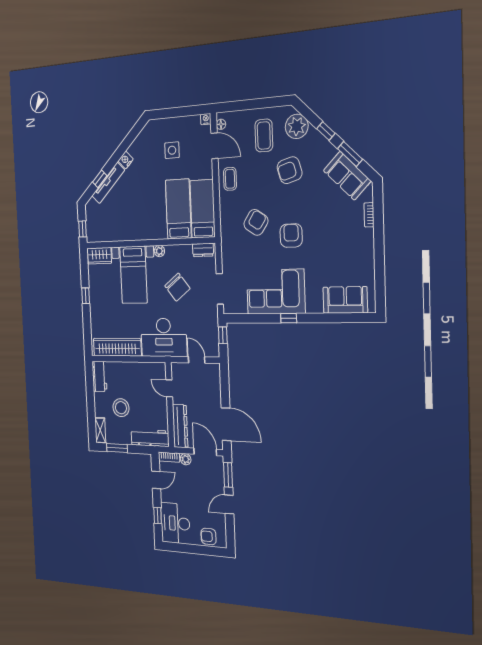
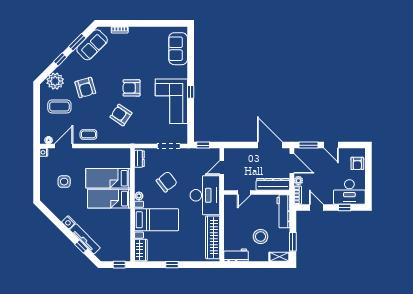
bed: (203, 209) -> (109, 199), moved
door: (226, 424) -> (270, 145), hinge flipped
door: (205, 452) -> (292, 163), swing flipped

